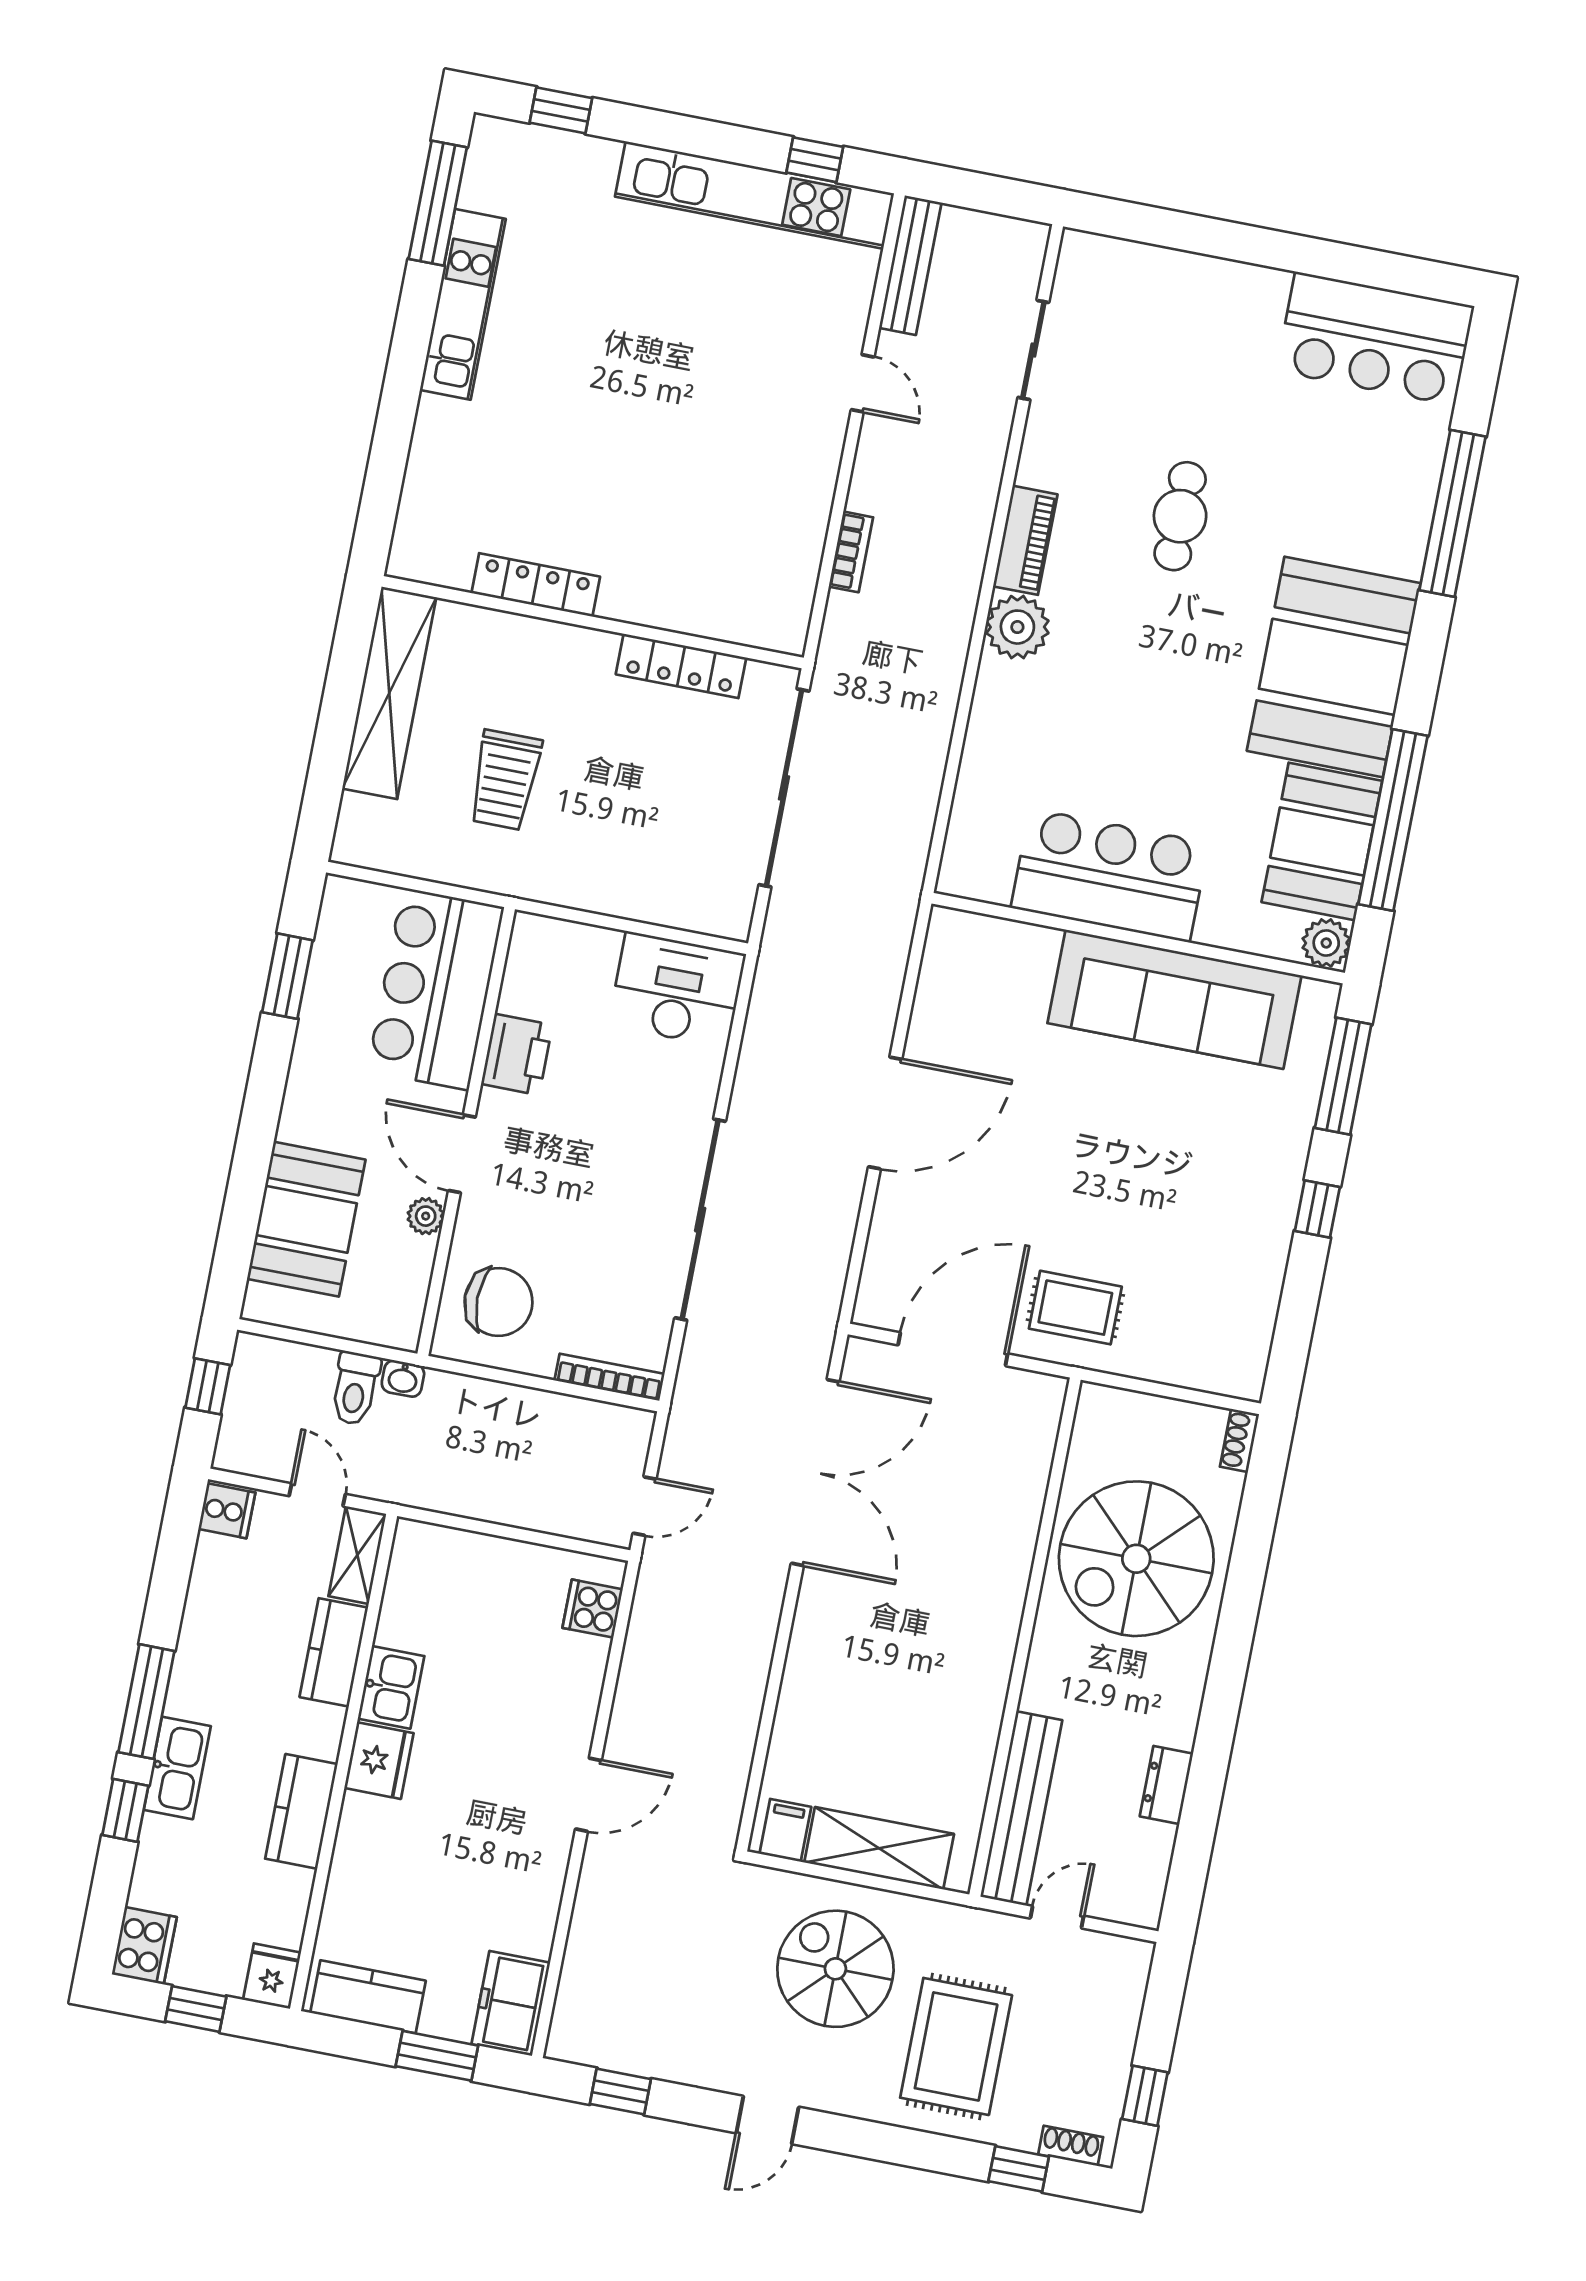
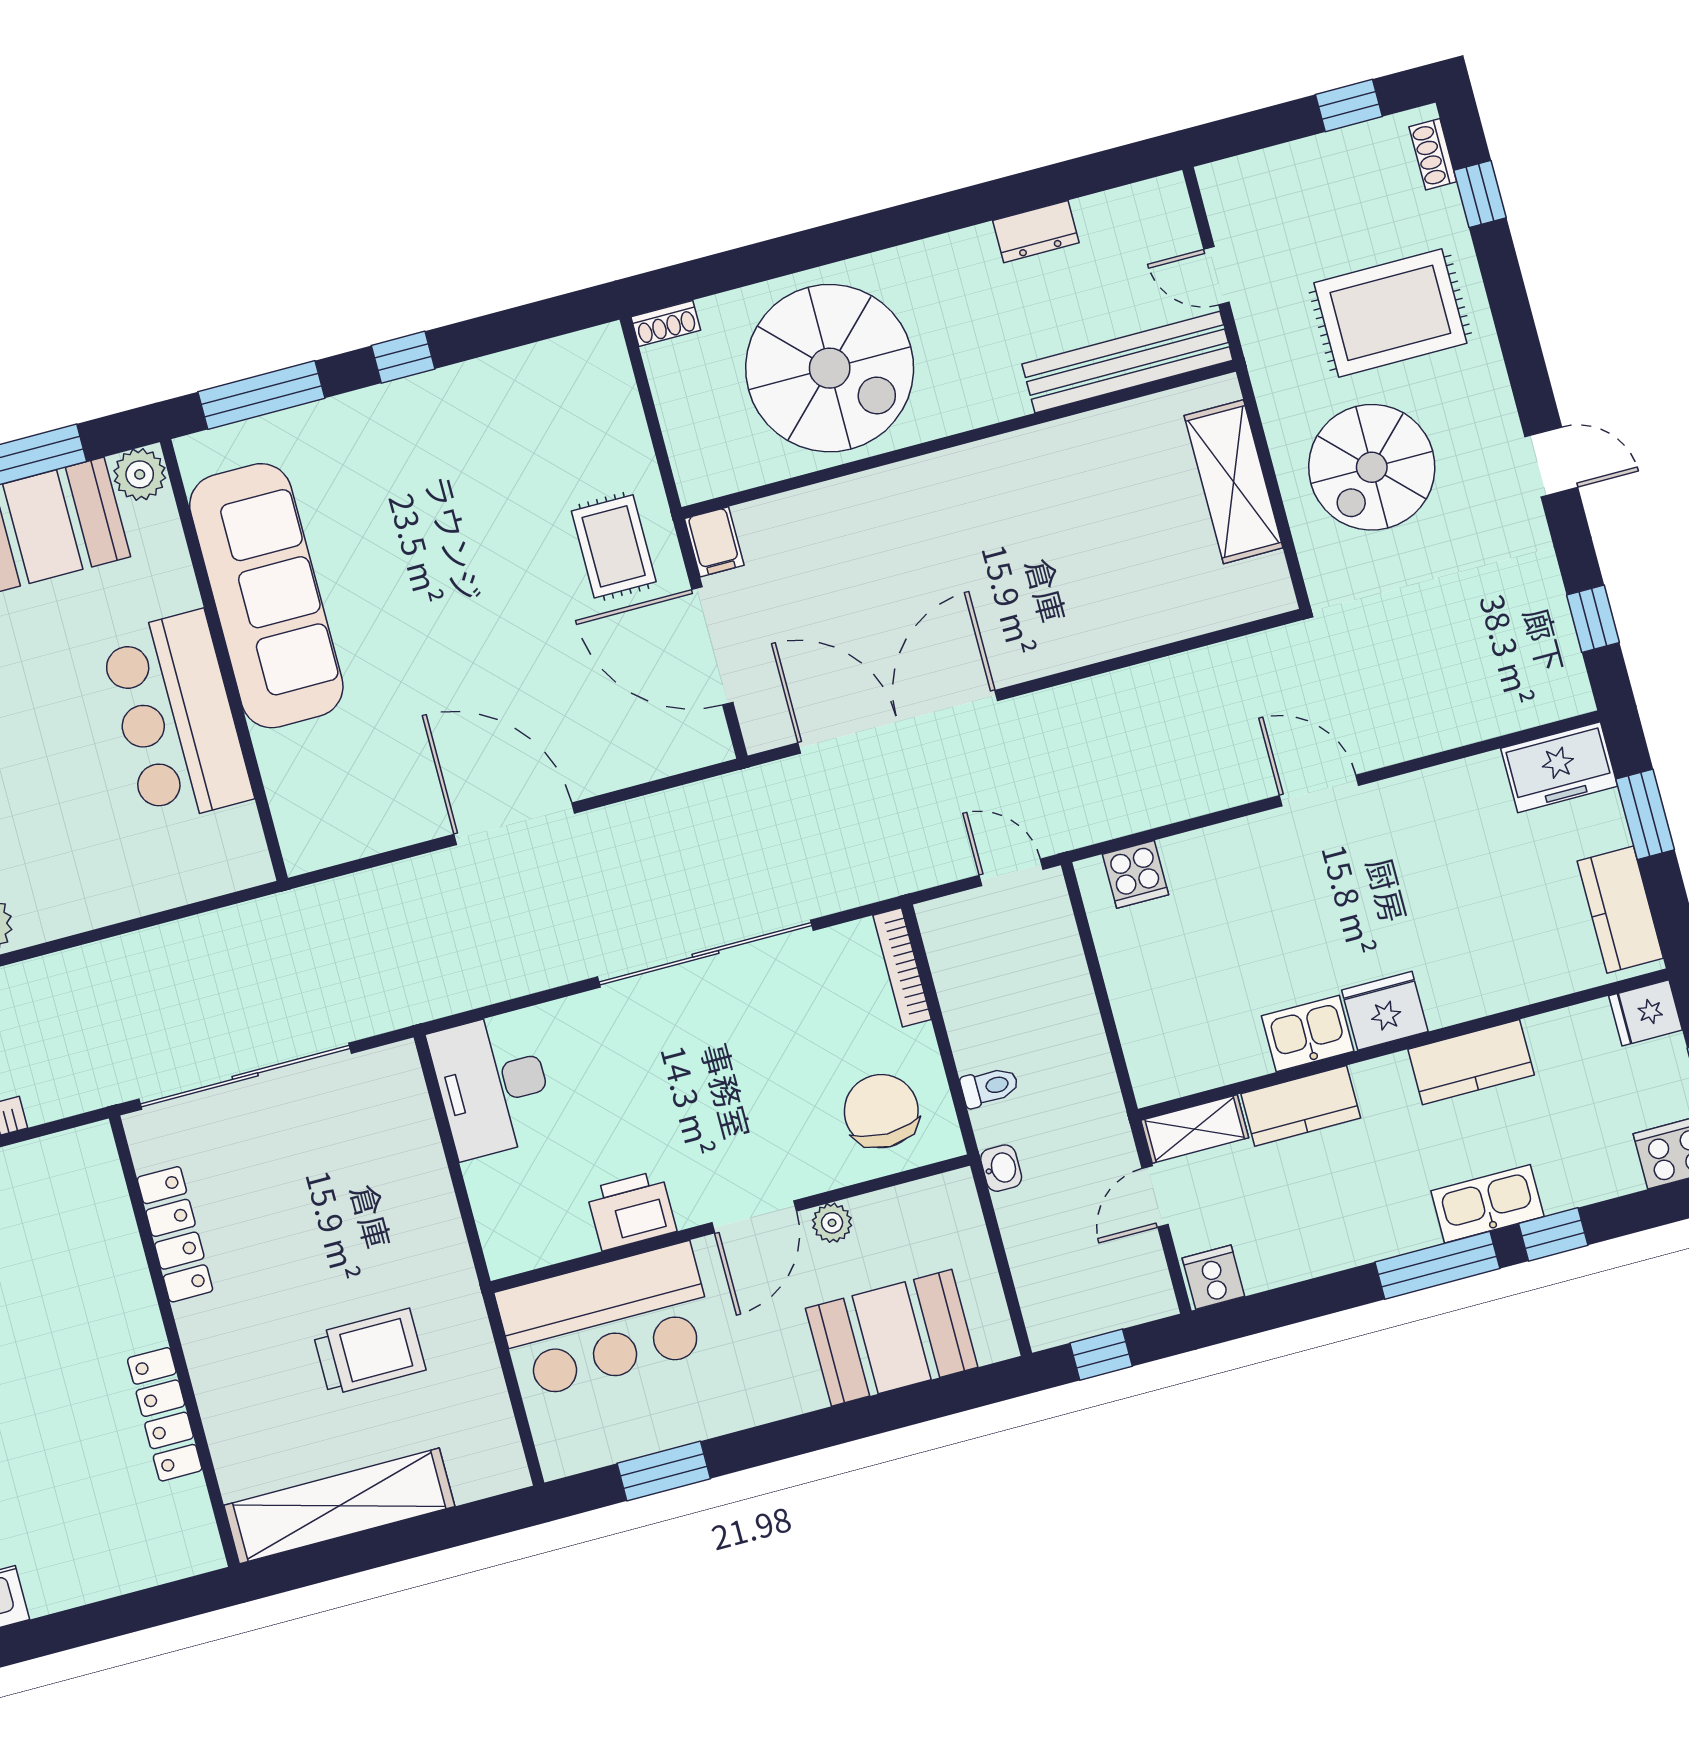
toilet: (355, 1388) -> (990, 1087), moved, width x0.73, depth x0.72
filing cabinet: (785, 1830) -> (714, 542), moved, turned -90

